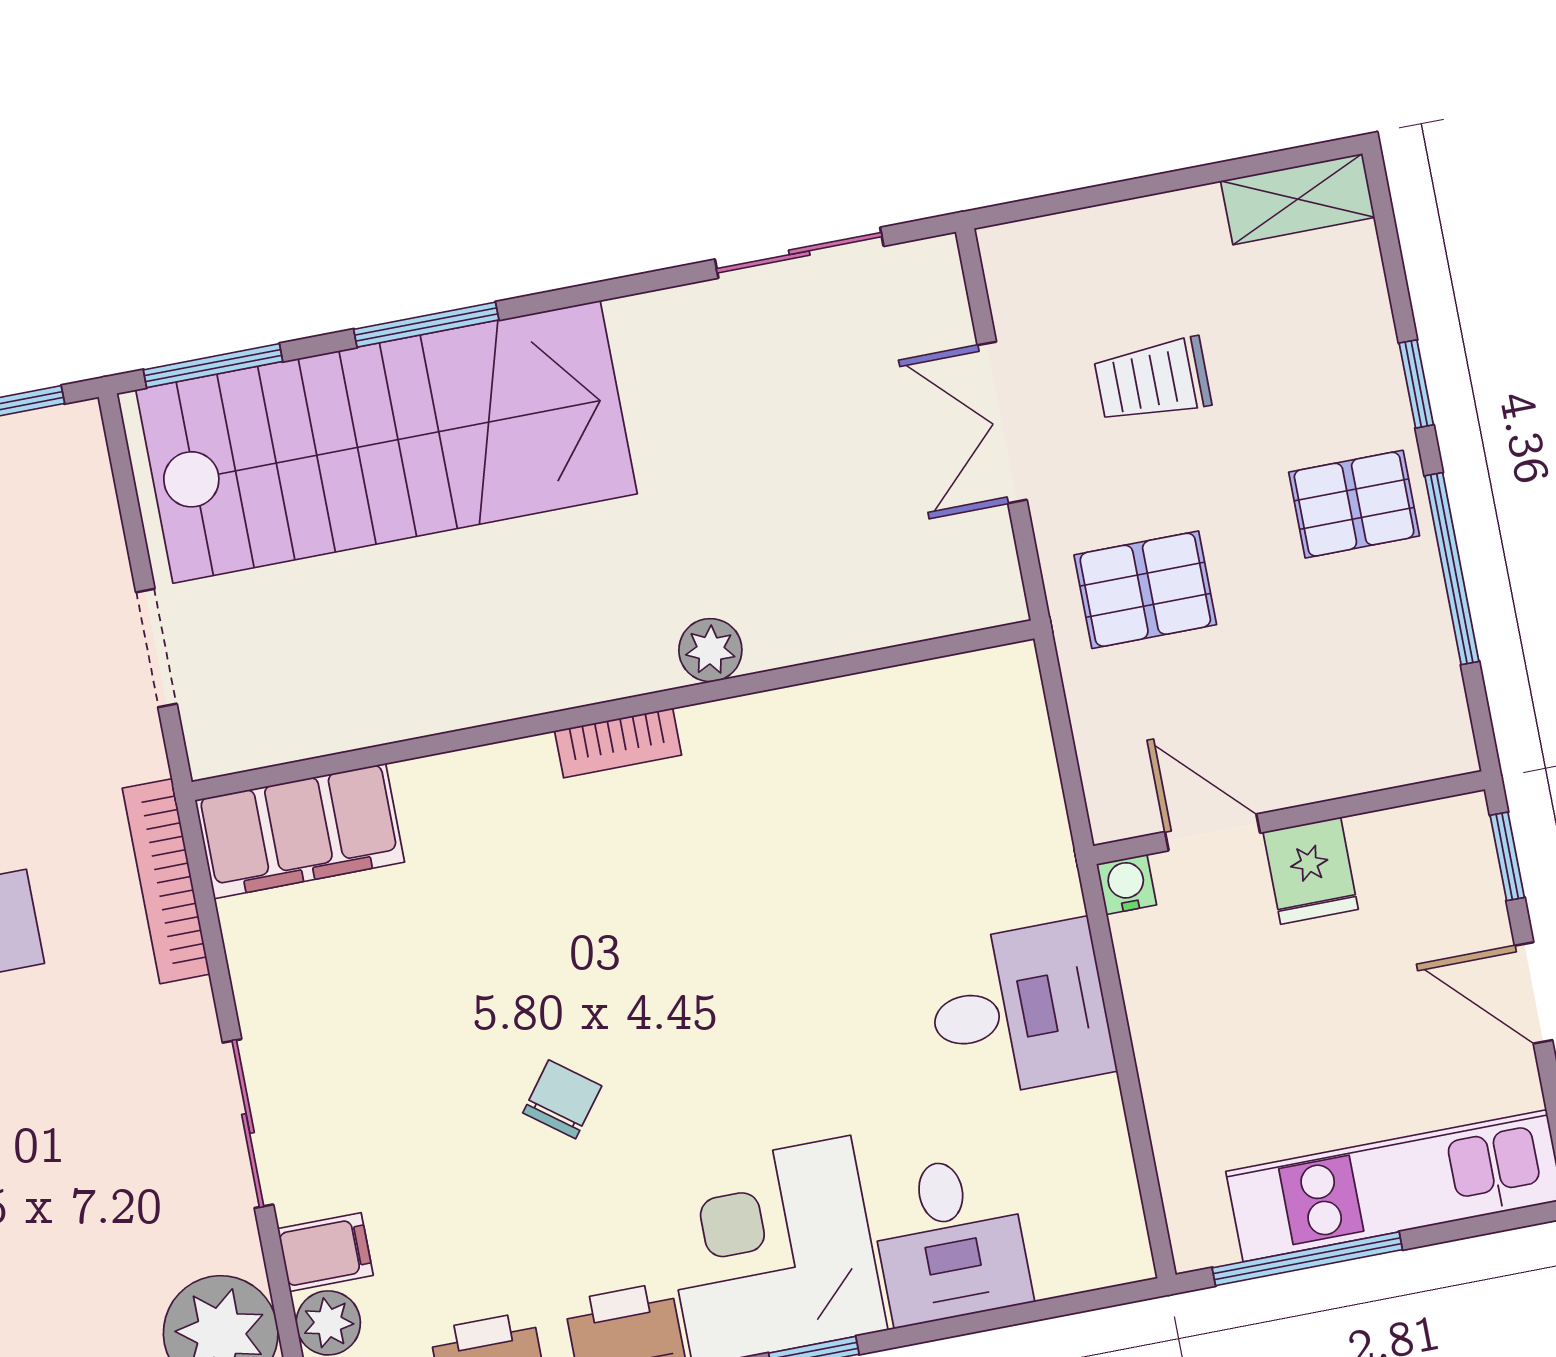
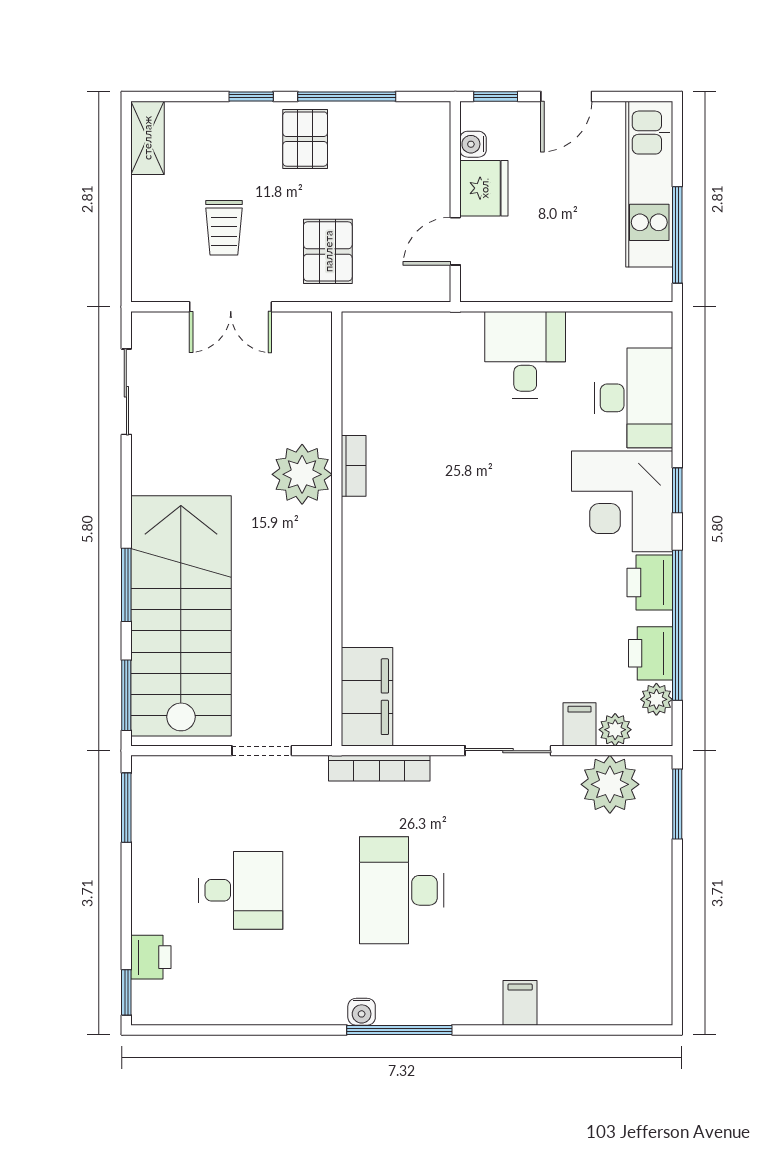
plant: (710, 650) -> (302, 474), width x1.87, depth x1.87
bookcase: (618, 743) -> (354, 466), moved
fridge: (1311, 871) -> (484, 188), width x1.38
water cooler: (1127, 884) -> (473, 144), moved
chair: (562, 1099) -> (526, 591), removed
desk: (950, 1240) -> (633, 398), width x1.37

